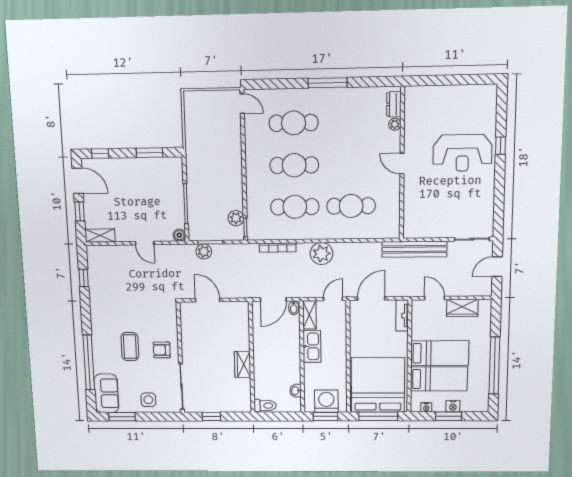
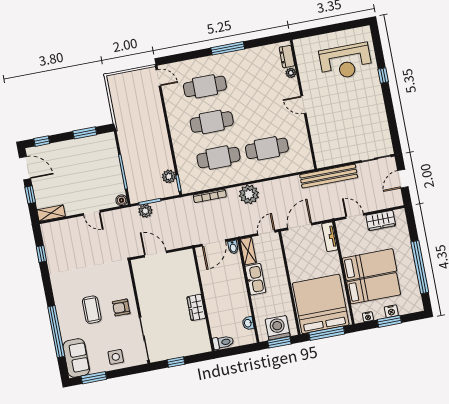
reception desk: (462, 153) -> (346, 62), moved

